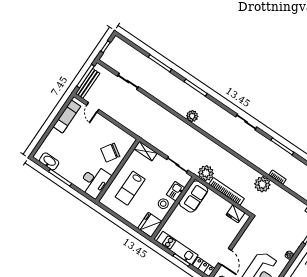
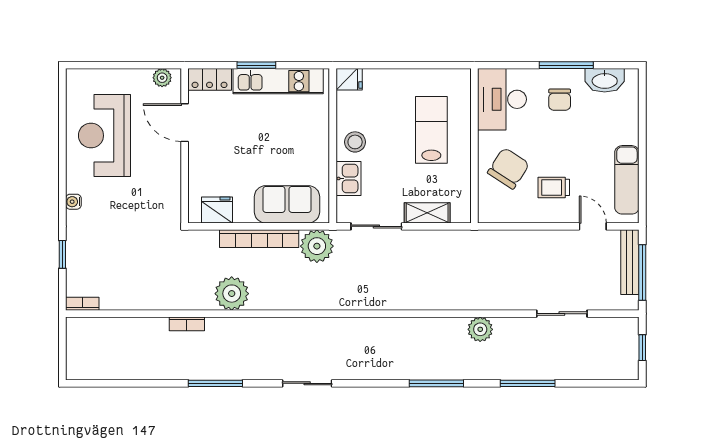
plant: (192, 116) -> (480, 329), moved
trolley: (98, 133) -> (554, 187), added
shelving: (146, 151) -> (427, 213), moved
chair: (72, 166) -> (560, 100), added
plant: (262, 184) -> (232, 294), moved
sofa: (194, 196) -> (287, 204), moved, turned 90
fridge: (150, 225) -> (349, 79), width x0.53, depth x0.75

